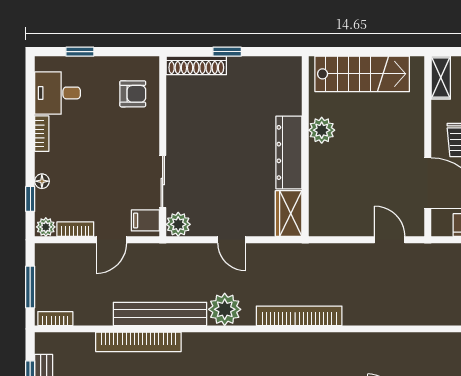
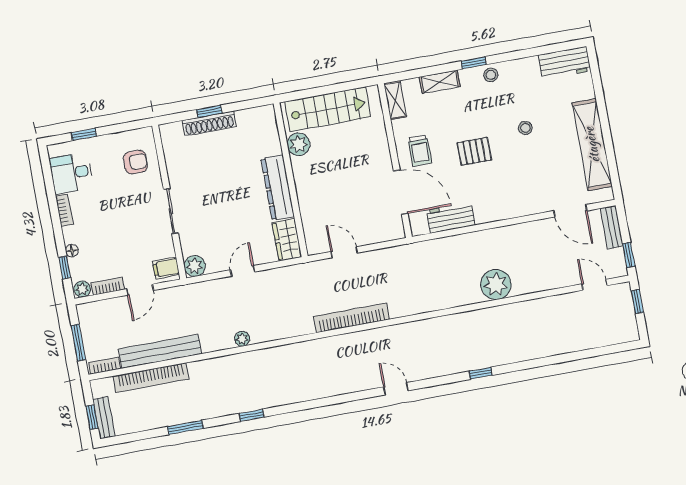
shoe rack: (196, 65) -> (209, 124), moved
plant: (322, 130) -> (299, 144), moved
sliding door: (163, 182) -> (171, 211), moved
door: (232, 240) -> (243, 271), swing flipped
door: (390, 240) -> (344, 252), moved
plant: (225, 309) -> (242, 339), width x0.53, depth x0.53
bench: (160, 314) -> (160, 351), moved
bookcase: (299, 316) -> (351, 318), moved
bookcase: (138, 342) -> (151, 378), moved

